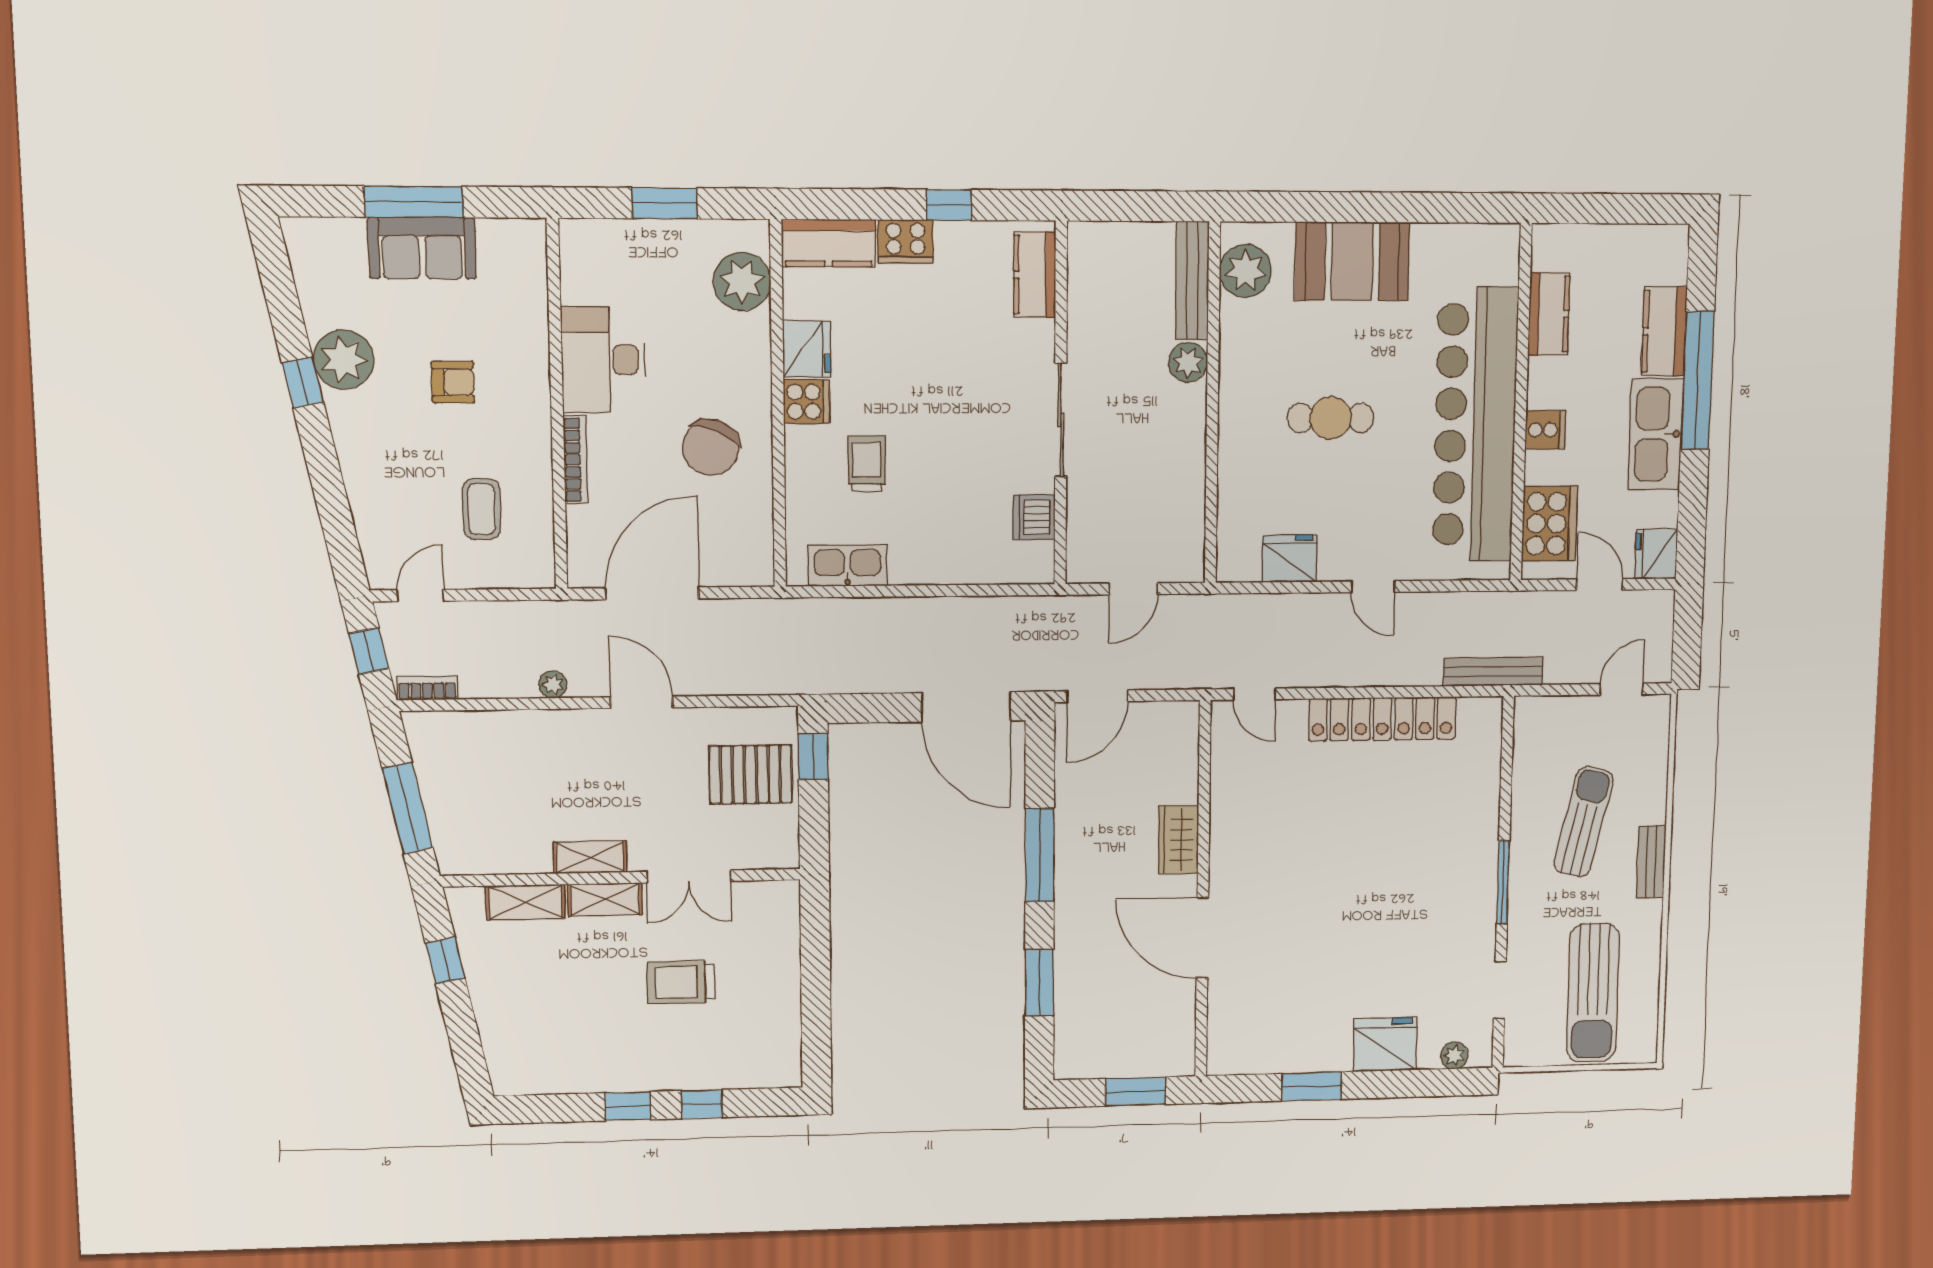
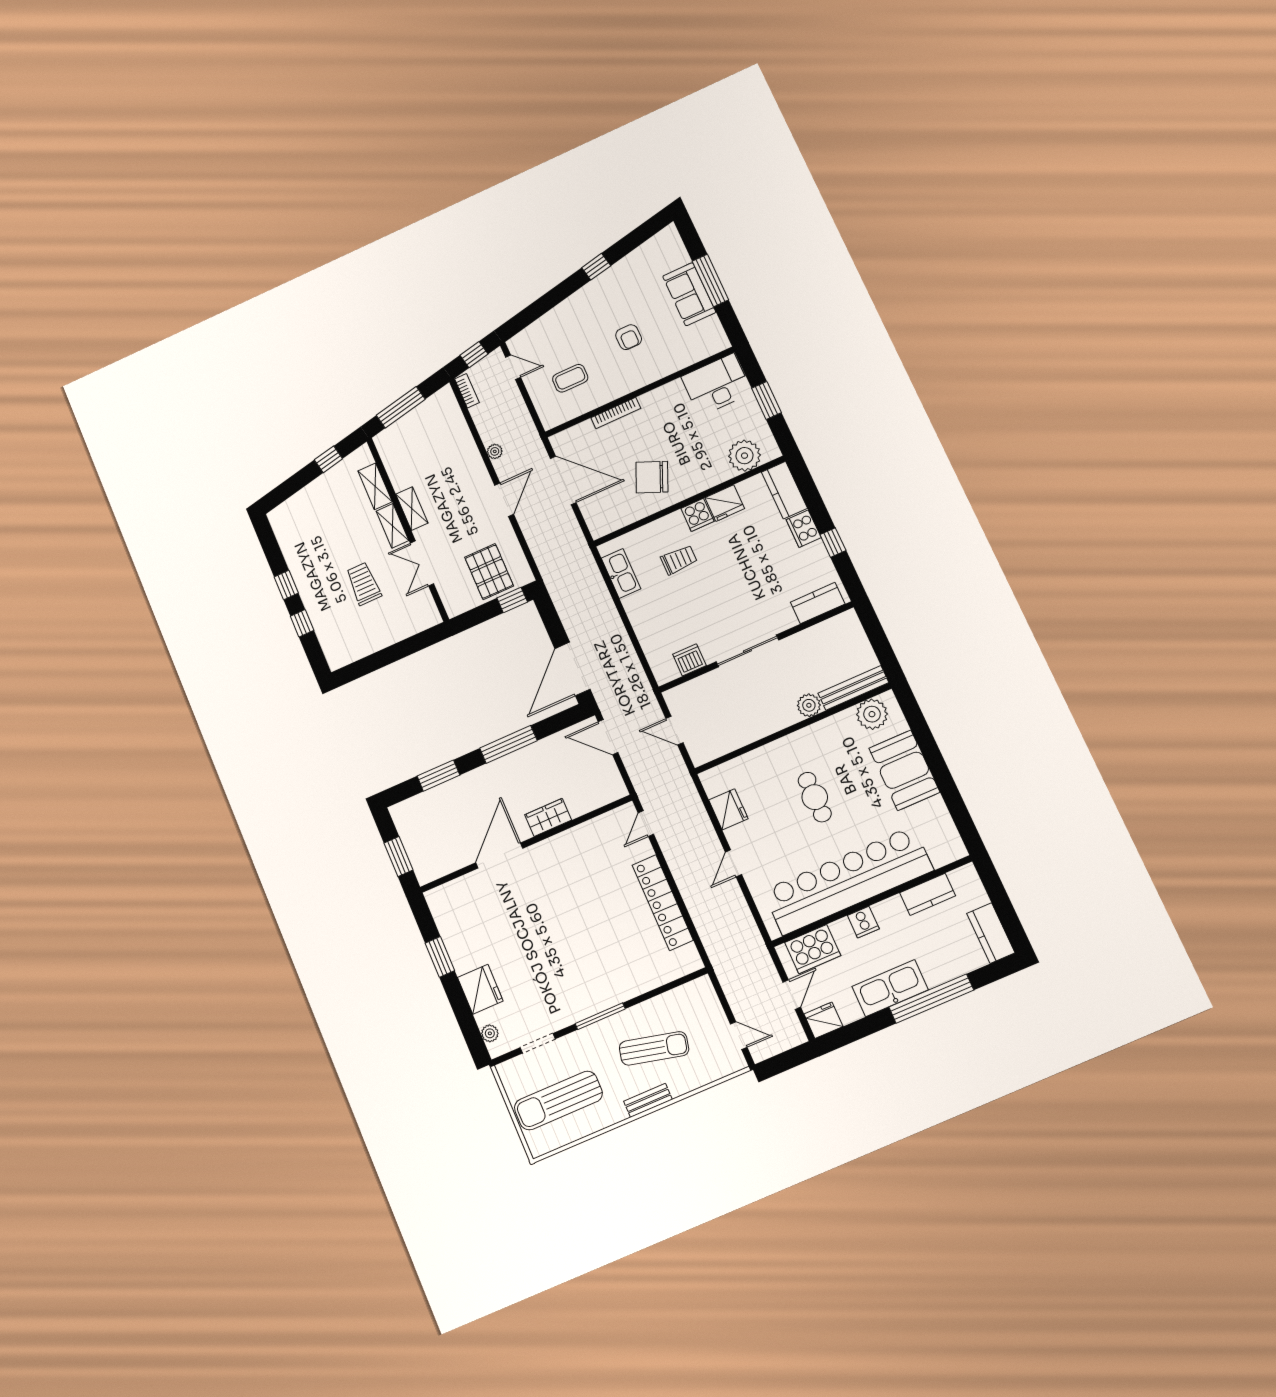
kitchen counter: (1664, 331) -> (991, 933), moved, turned -90
plant: (344, 360) -> (616, 281), removed
desk: (603, 360) -> (717, 385), moved
bench: (1493, 672) -> (716, 955), removed

